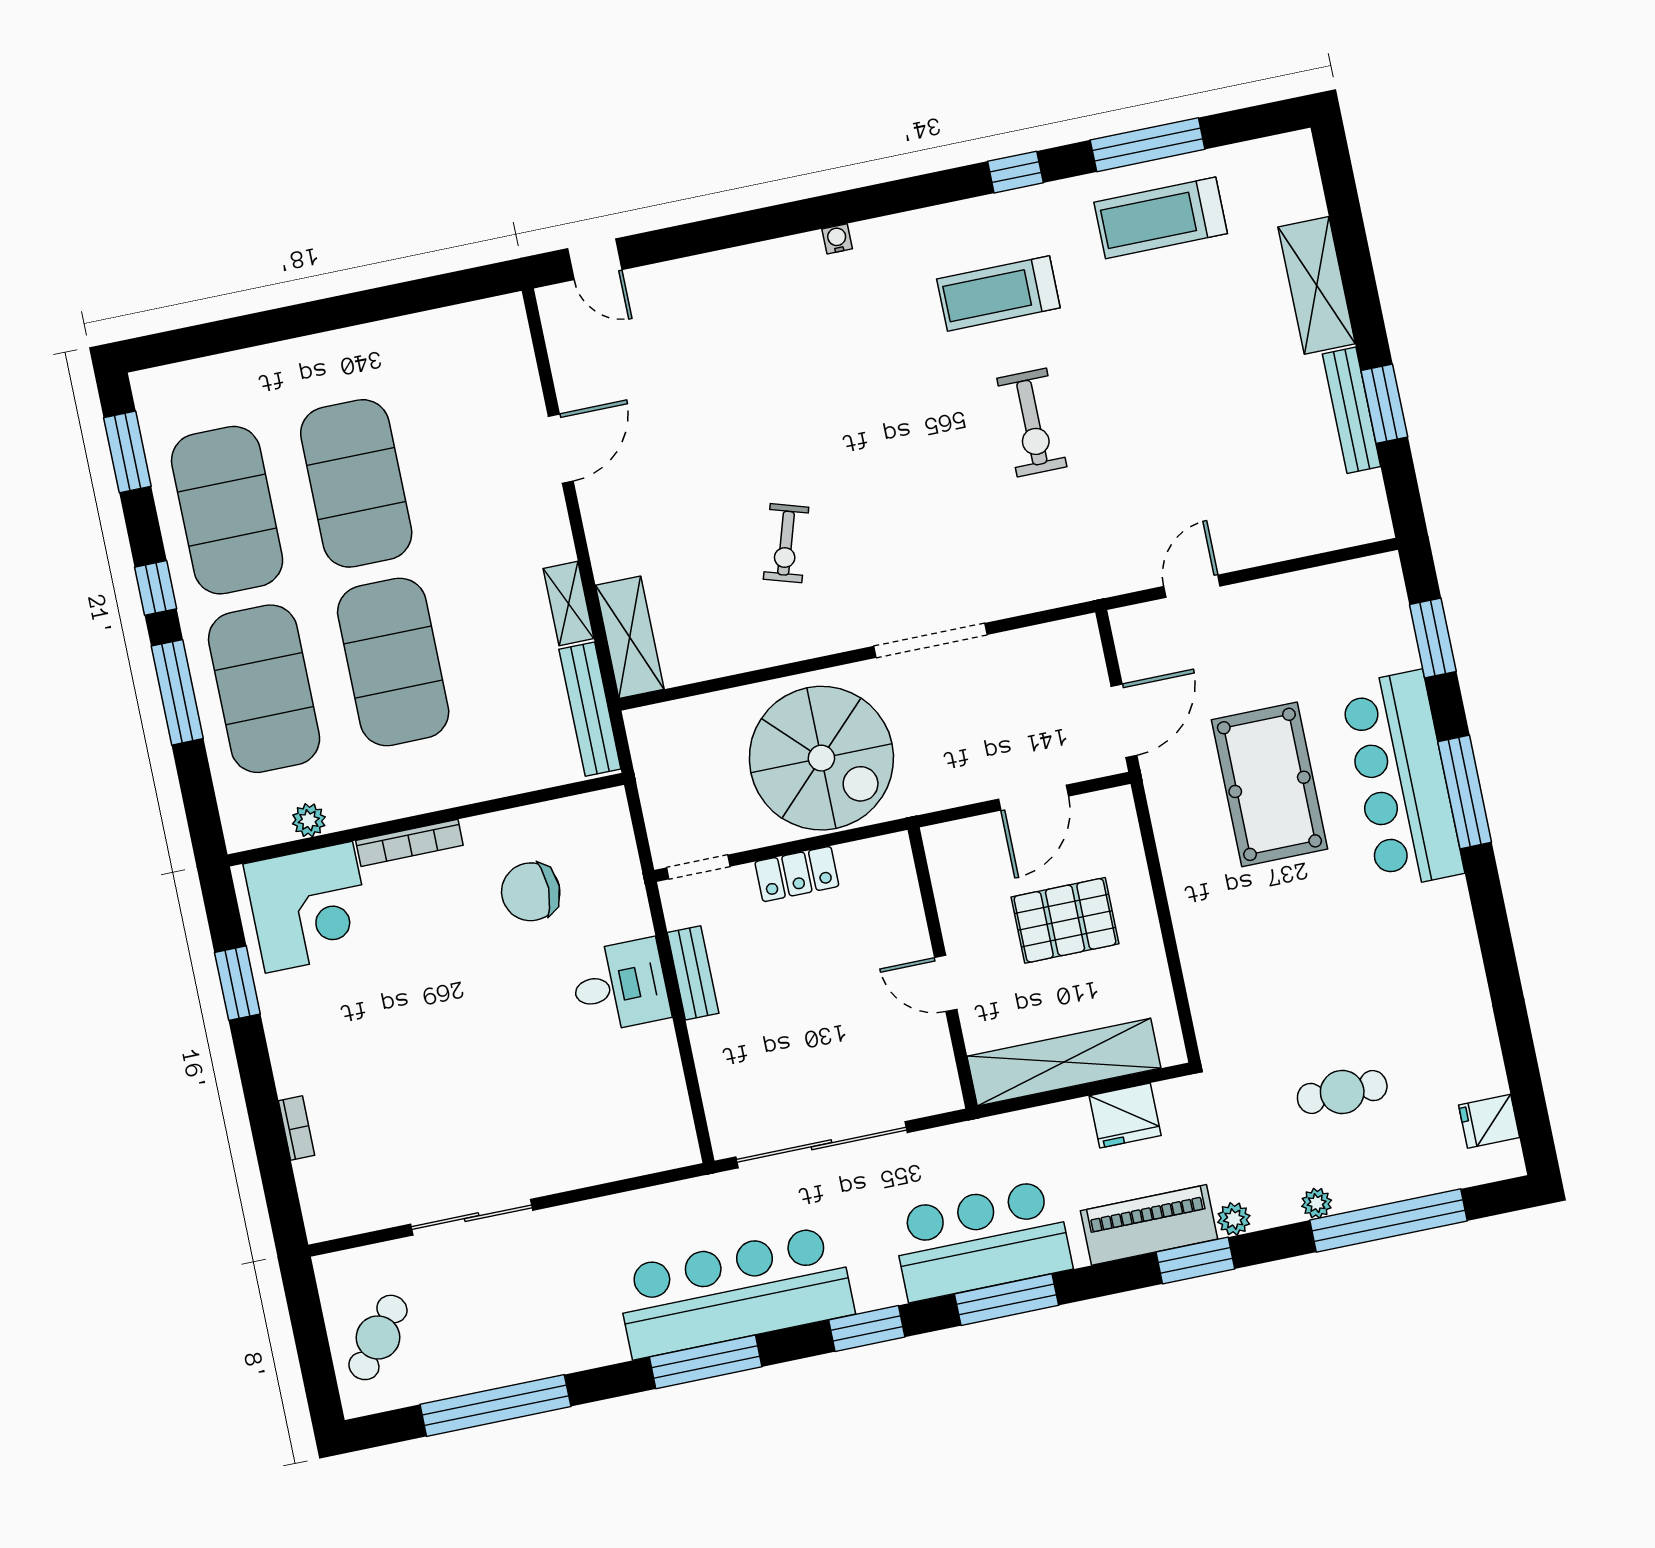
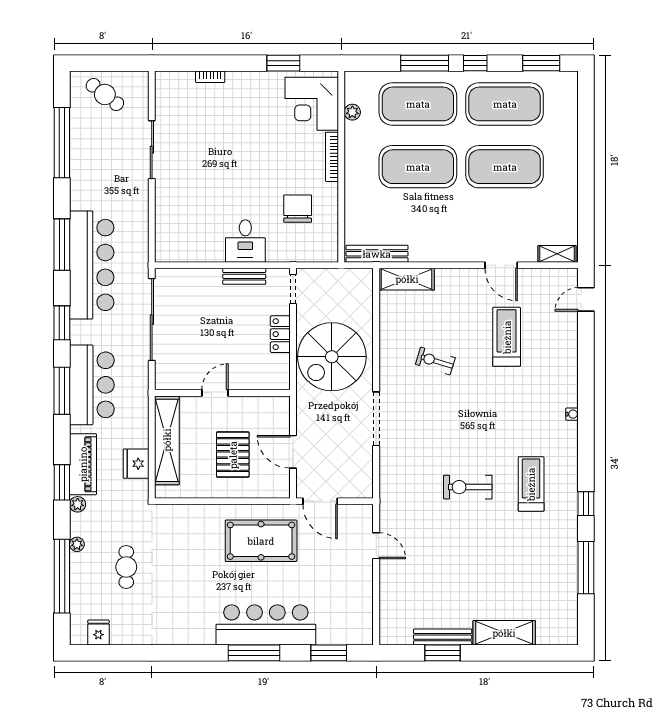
treadmill: (1161, 218) -> (507, 337), moved
shelving: (568, 604) -> (557, 254), moved
pool table: (1269, 784) -> (261, 541), moved

